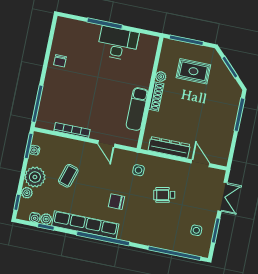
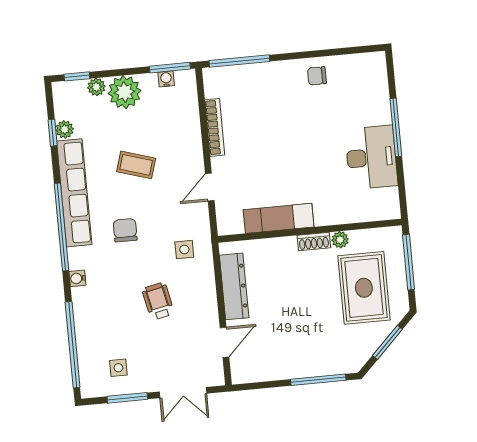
rug: (193, 71) -> (364, 288), width x1.36, depth x1.43
shoe rack: (156, 97) -> (314, 242), width x0.70
coffee table: (68, 176) -> (136, 165), moved
water cooler: (35, 218) -> (77, 278), moved

